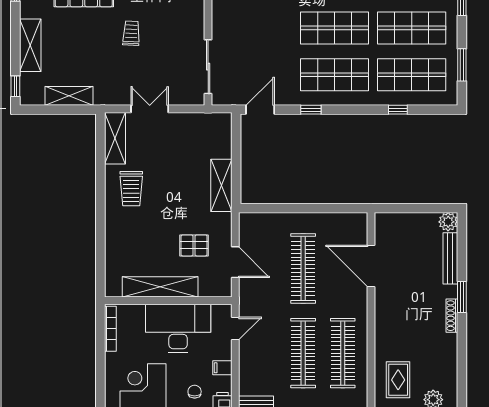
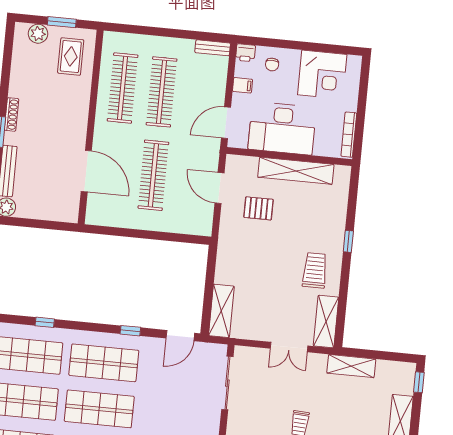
shelving: (69, 96) -> (351, 366), moved
shelving: (221, 185) -> (221, 311), moved
window: (100, 221) -> (348, 241), added
door: (235, 329) -> (226, 123), width x1.38

